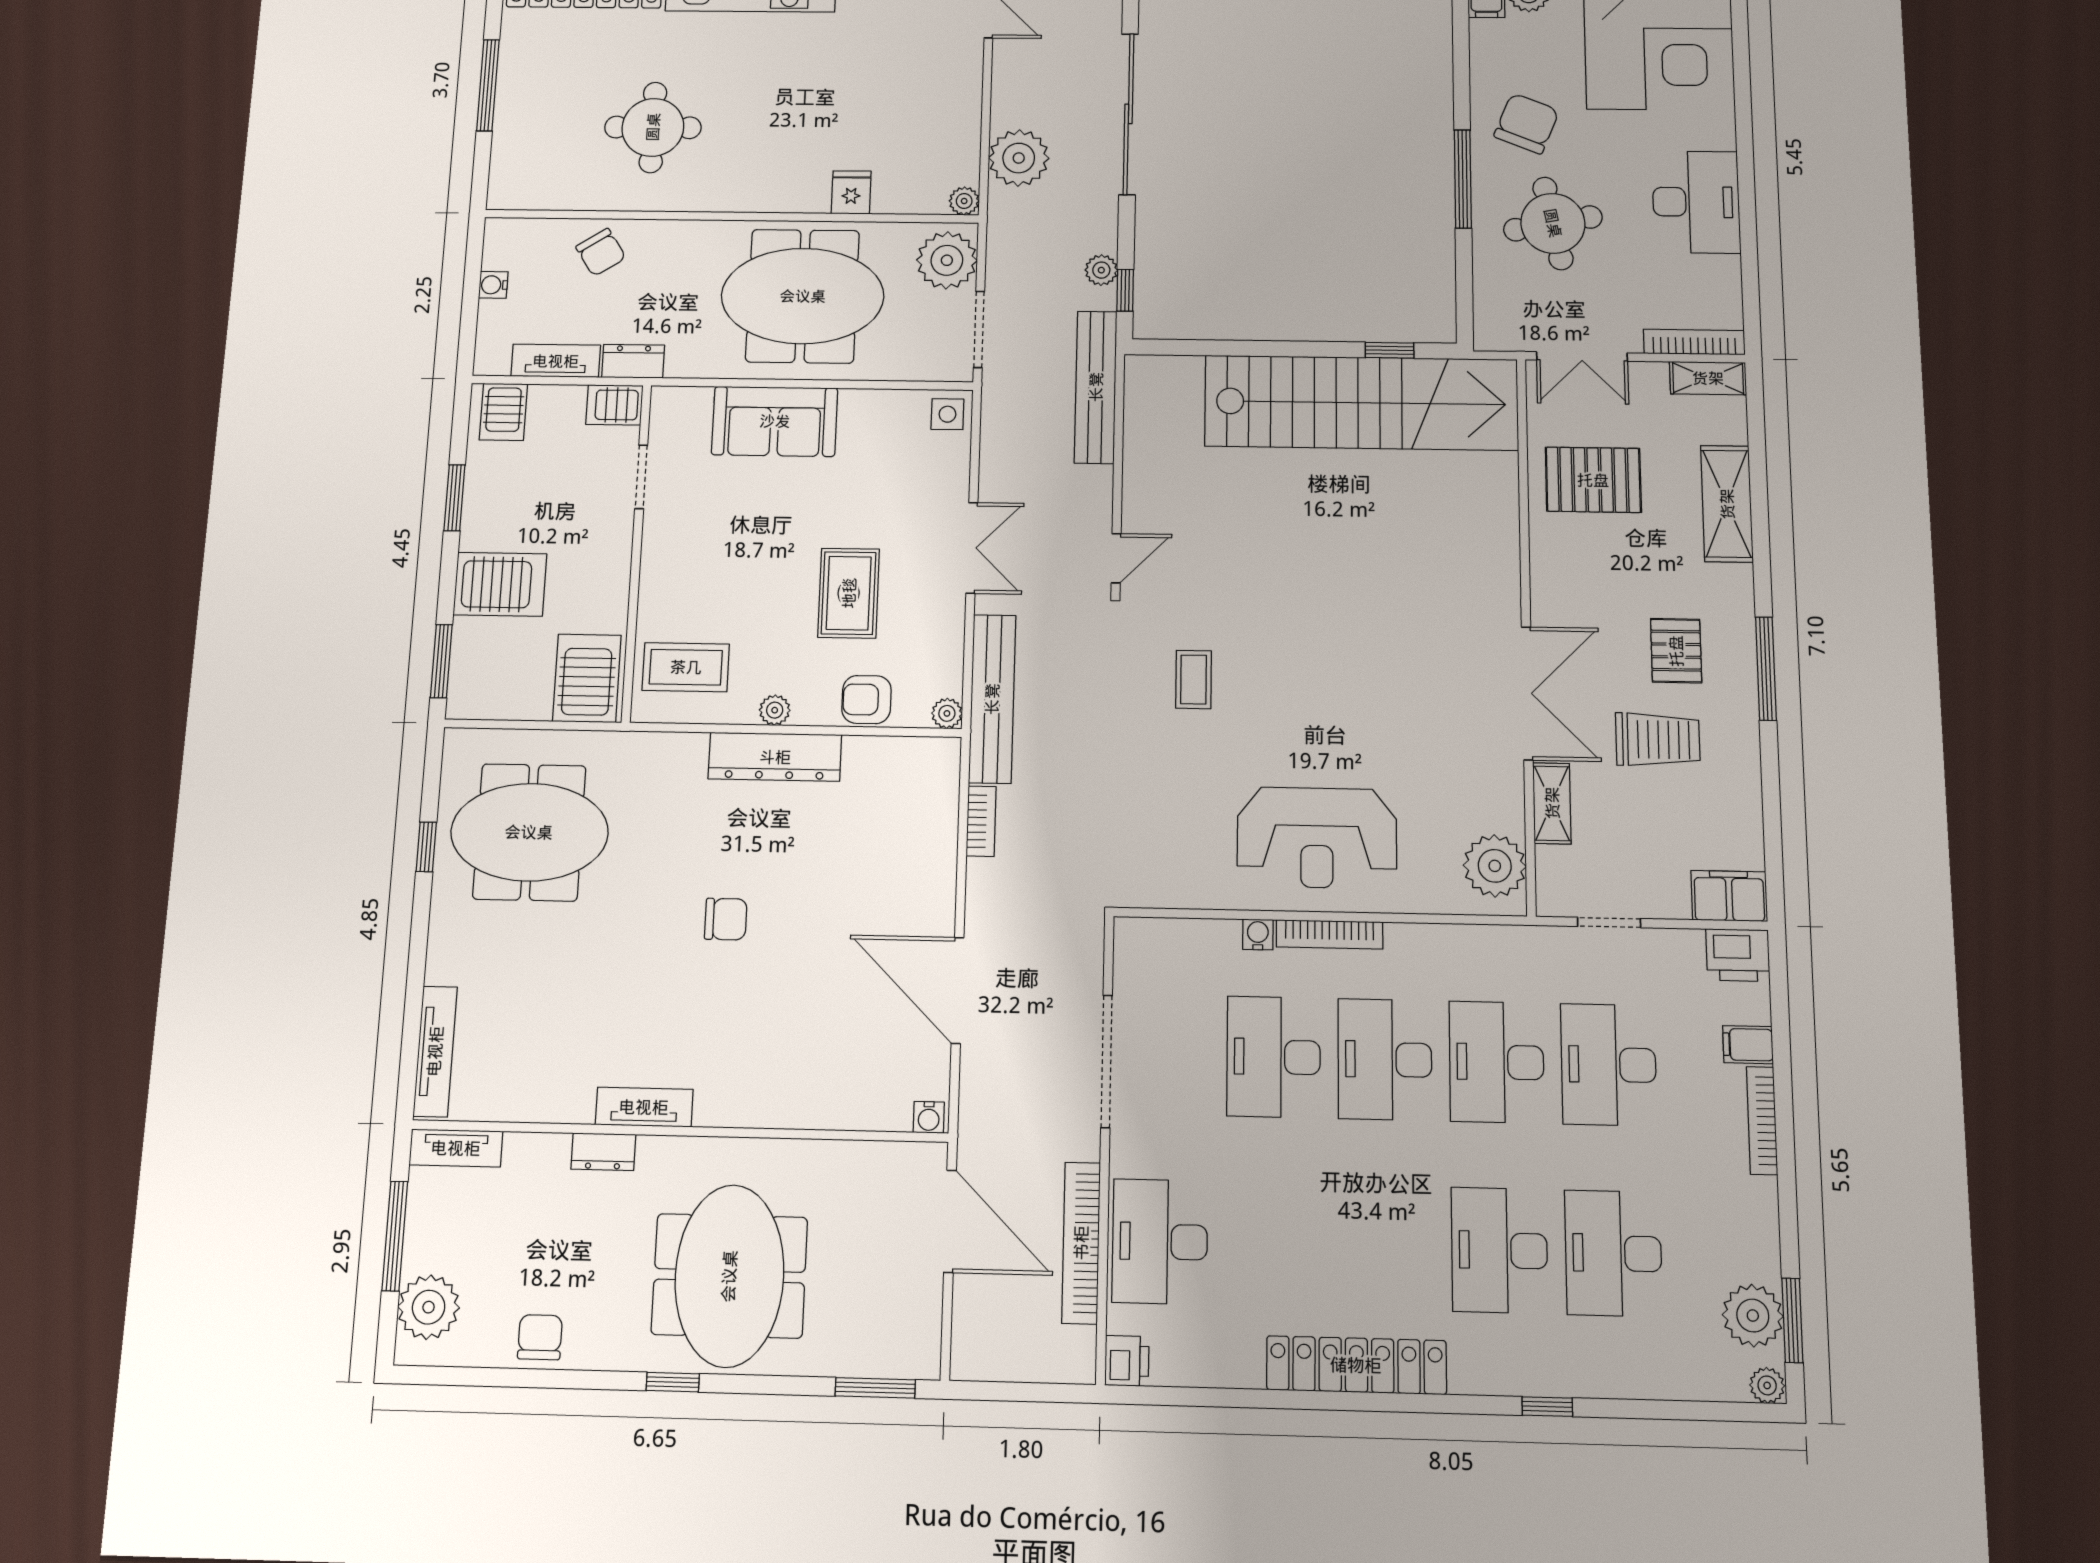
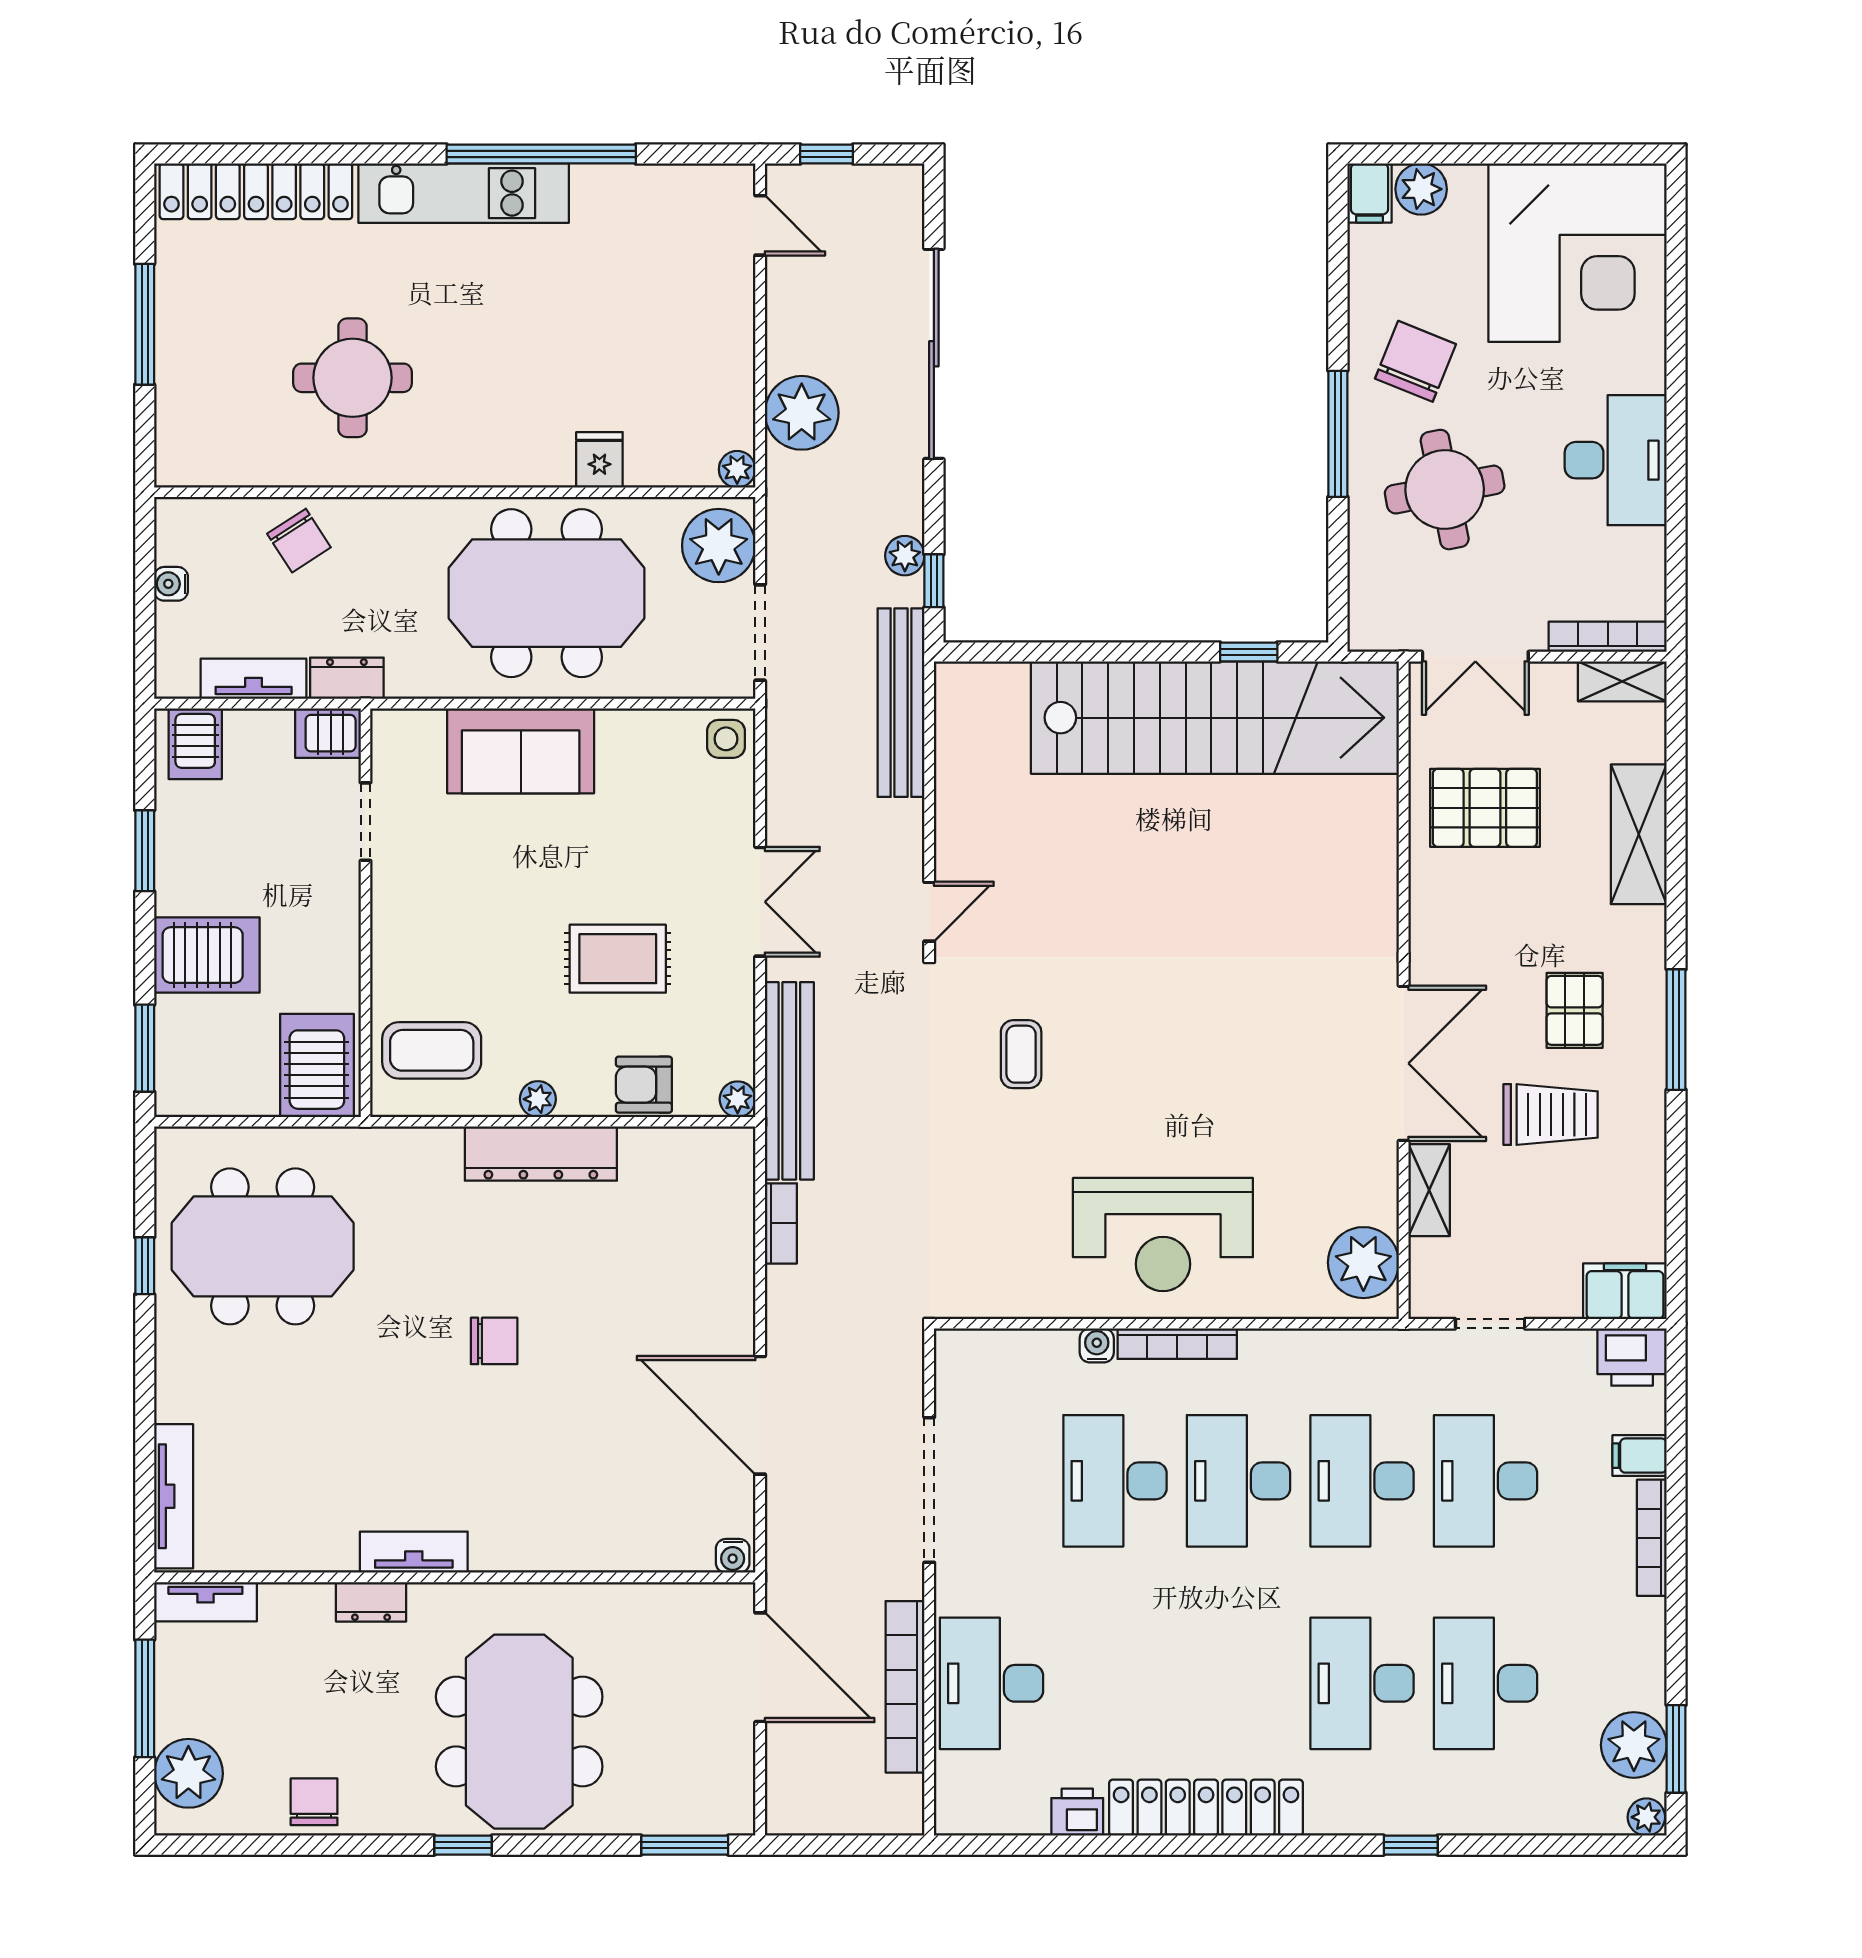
rug: (849, 593) -> (618, 959), turned 90
printer: (1127, 1361) -> (1077, 1812), moved, turned -90

